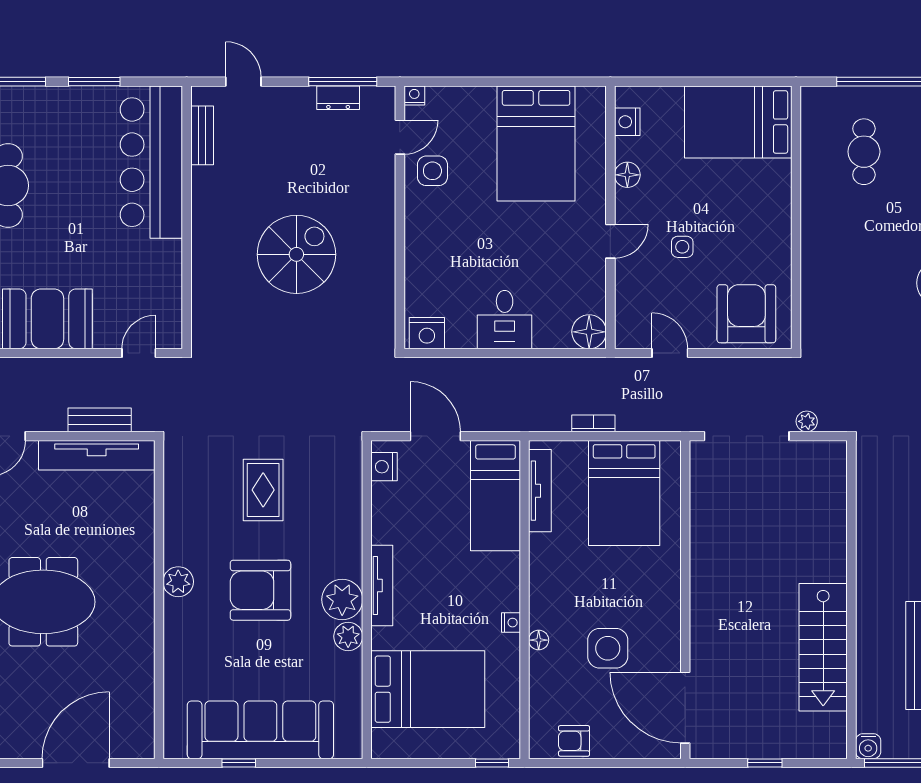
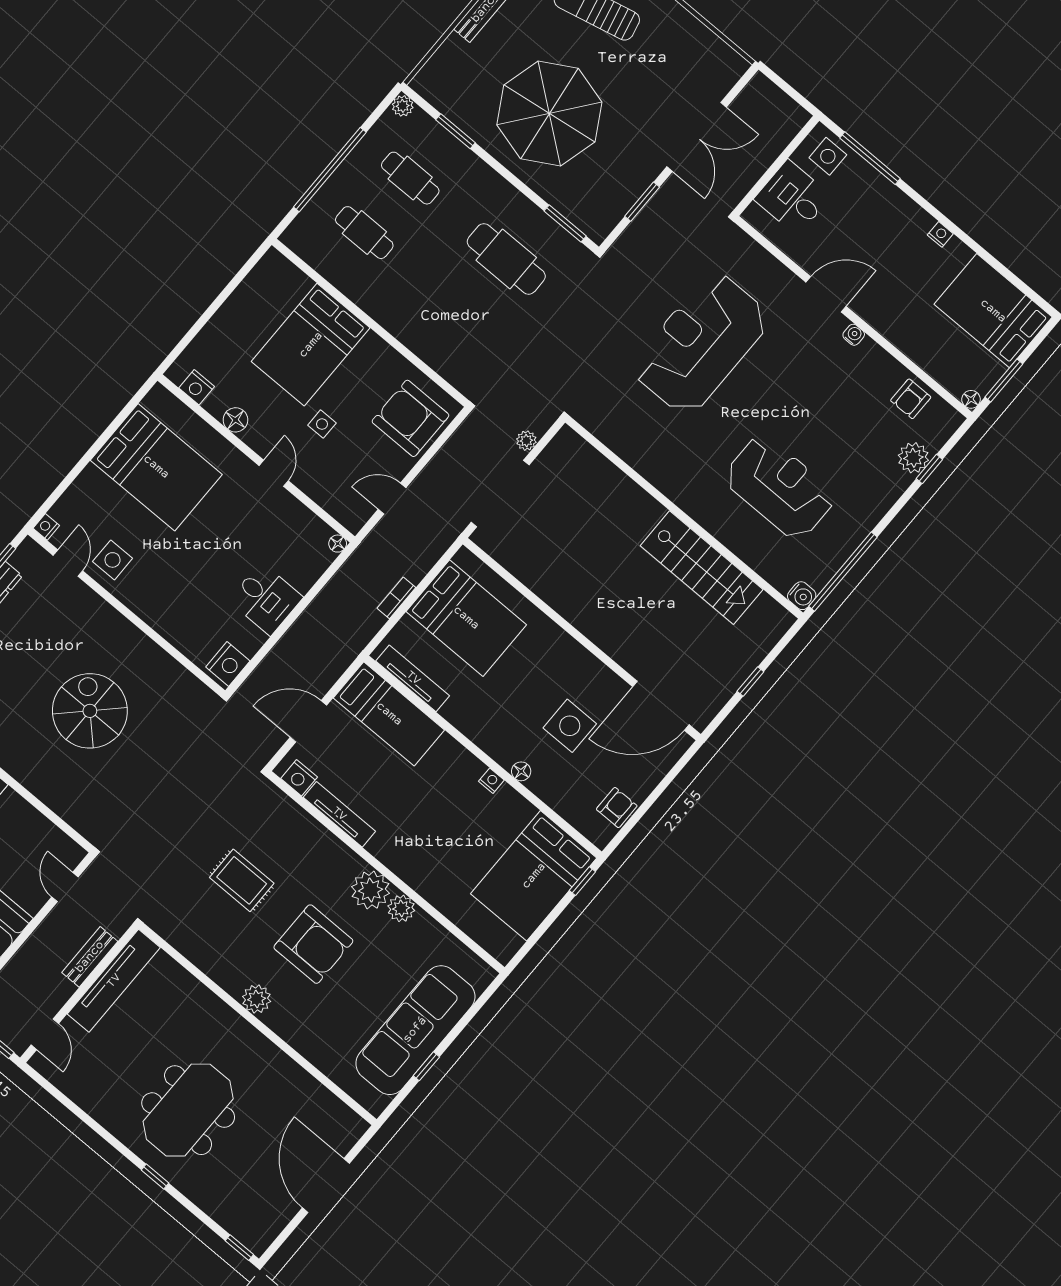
bed: (738, 122) -> (311, 345), moved
floor lamp: (589, 332) -> (338, 544), width x0.53, depth x0.53
tv unit: (382, 586) -> (339, 814), moved
armchair: (260, 590) -> (313, 944), turned -90
bed: (428, 689) -> (534, 876), moved, turned 180
armchair: (574, 741) -> (617, 808), turned 180

